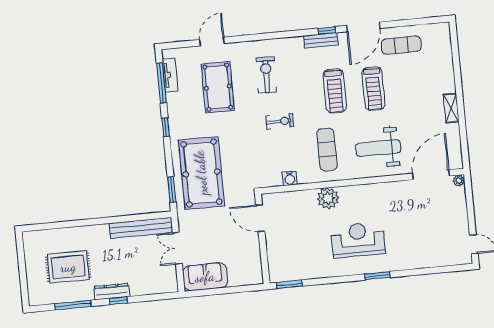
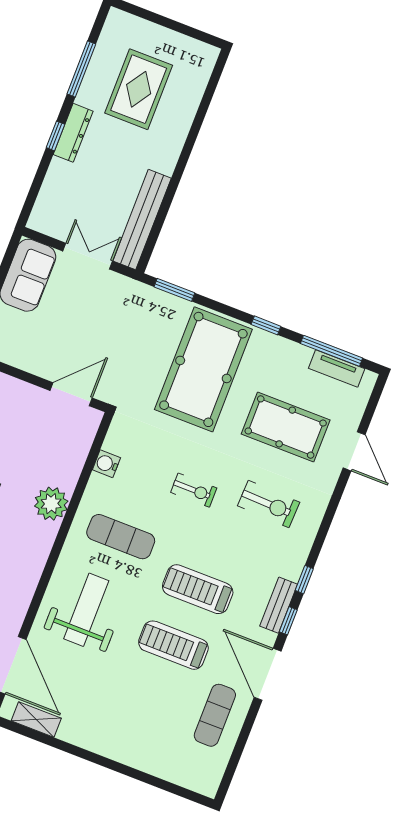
window: (299, 33) -> (304, 580), added
shelving: (451, 108) -> (36, 720), moved
exercise bike: (280, 121) -> (194, 490), turned -90
pool table: (201, 173) -> (203, 369), moved, turned 90

